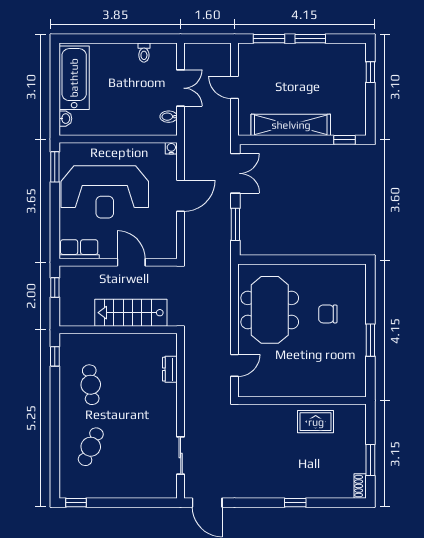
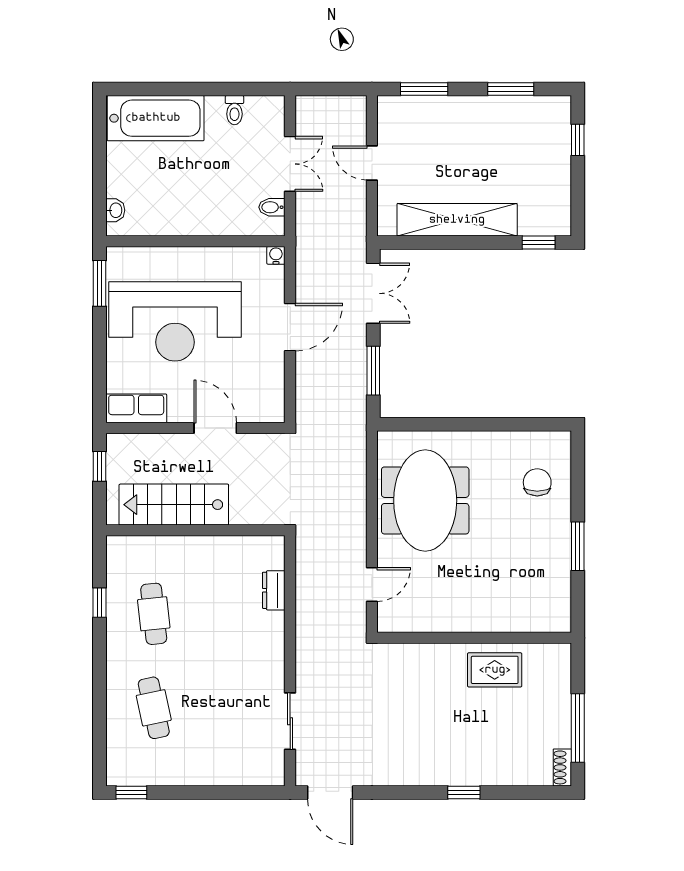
window: (310, 39) -> (511, 89), moved
bathtub: (74, 78) -> (156, 118), moved, turned 90
stairs: (131, 313) -> (174, 505), moved
chair: (328, 314) -> (537, 482), moved, turned 90
window: (55, 356) -> (99, 603), moved
cafe table: (91, 447) -> (154, 708), turned -36
window: (370, 460) -> (578, 728), width x1.44

